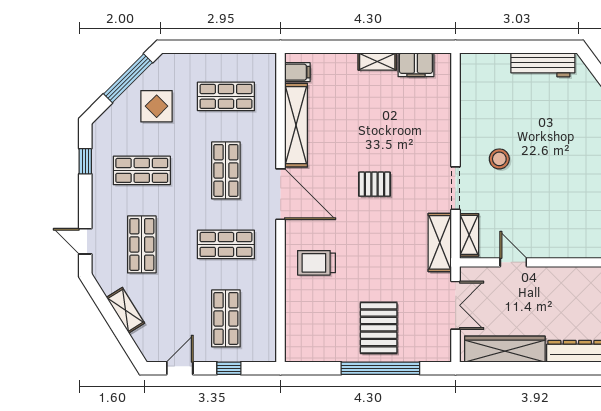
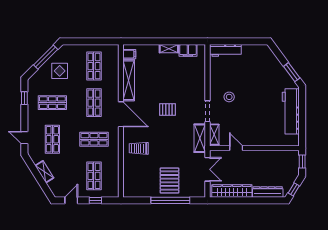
workbench: (543, 65) -> (225, 50), moved
shop shelf: (226, 96) -> (94, 66), turned 90

